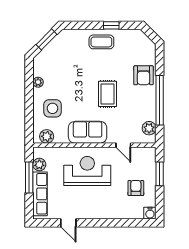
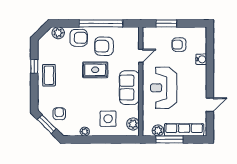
armchair: (58, 53) -> (59, 114), added
armchair: (134, 104) -> (104, 46), added
plant: (149, 128) -> (58, 33), moved
water cooler: (150, 213) -> (201, 59), moved

